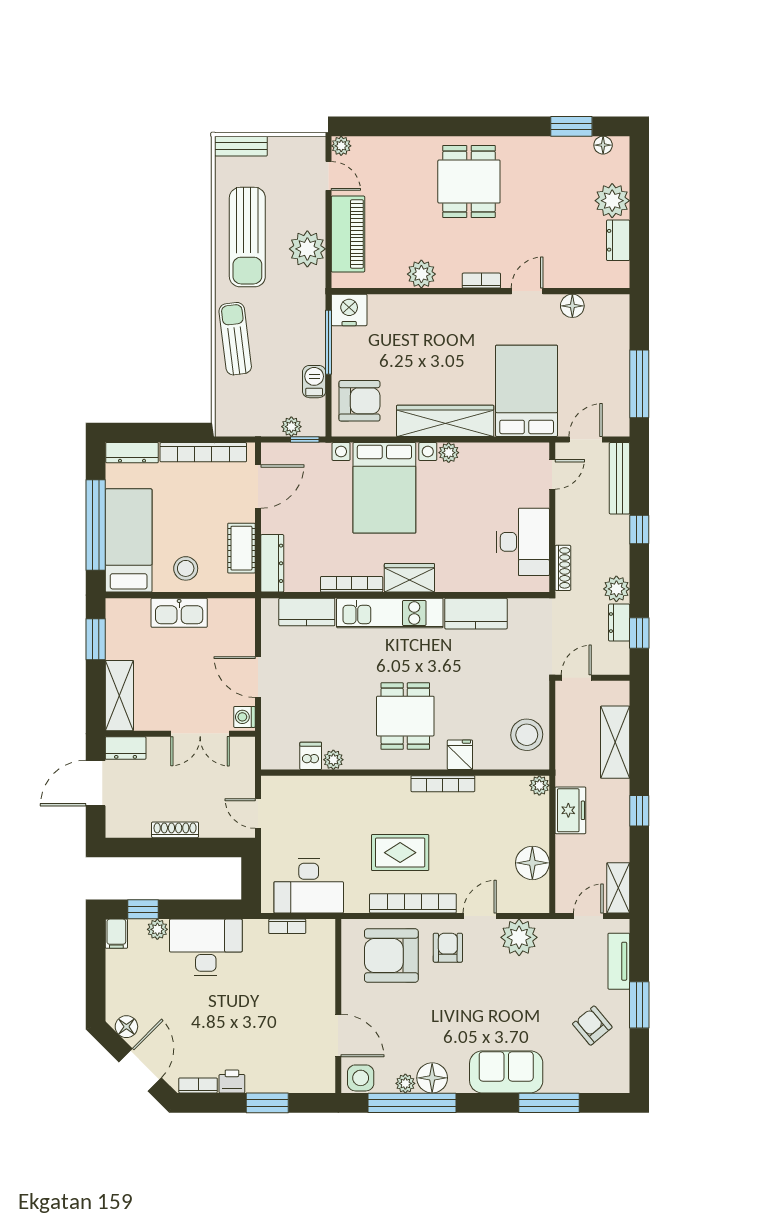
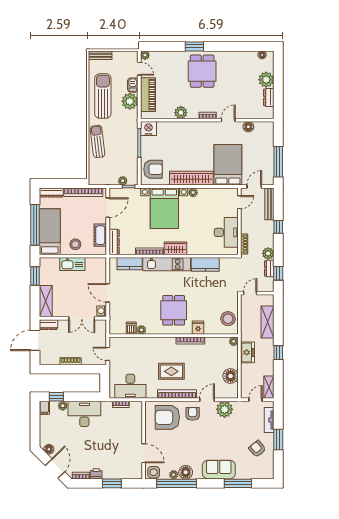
window: (571, 126) -> (194, 46), moved
sun lounger: (247, 237) -> (103, 96), turned 180
barbecue: (314, 382) -> (133, 85), moved

